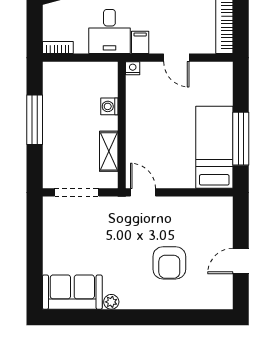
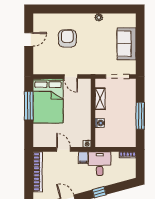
bed: (214, 147) -> (48, 101), width x1.50
door: (143, 192) -> (71, 77), moved
sofa: (72, 292) -> (127, 44), moved, turned 90

